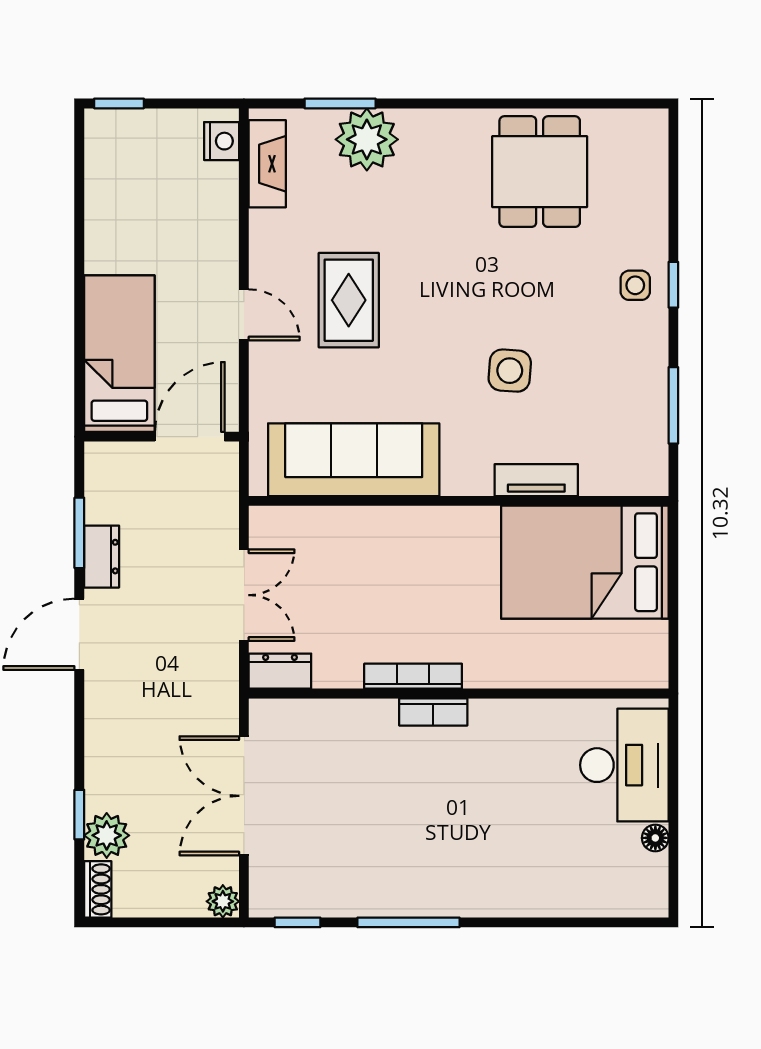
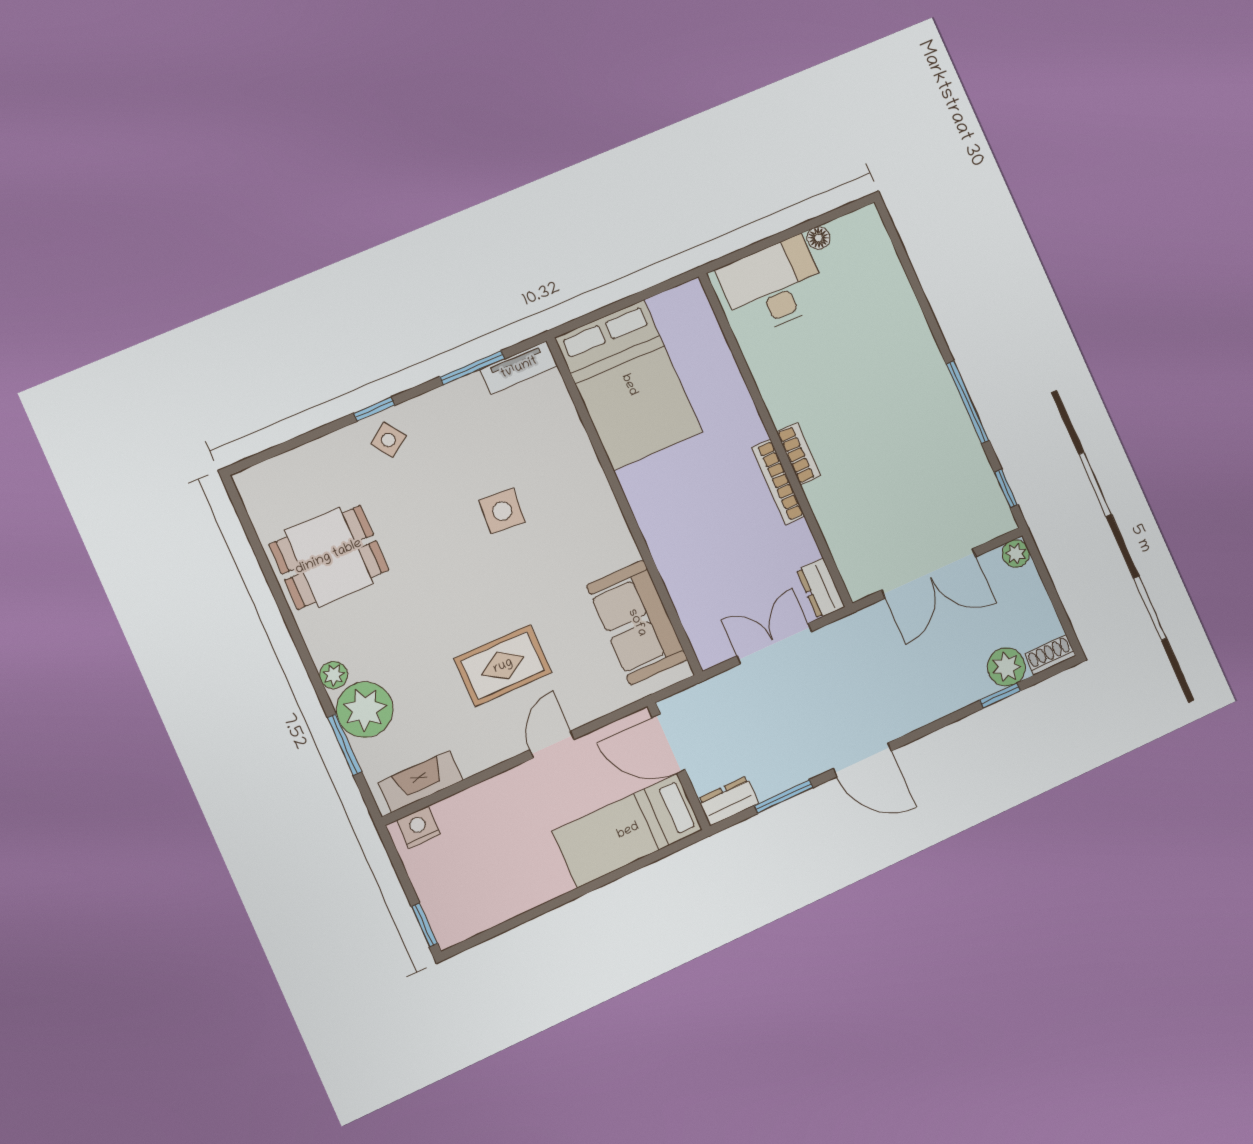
plant: (416, 124) -> (334, 675), added
side table: (635, 285) -> (388, 440), turned -35
sofa: (354, 460) -> (637, 623), width x0.73
tv unit: (536, 480) -> (519, 368), moved, turned -90
dresser: (102, 557) -> (728, 801), moved

